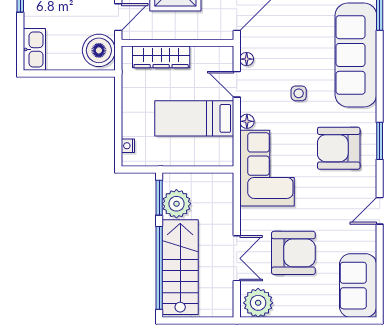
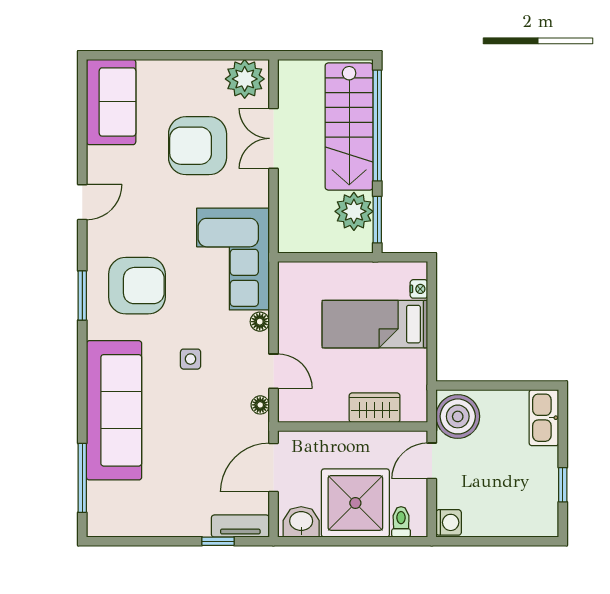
wardrobe: (161, 57) -> (375, 408), width x0.67
bed: (194, 118) -> (375, 324), moved, turned 180

